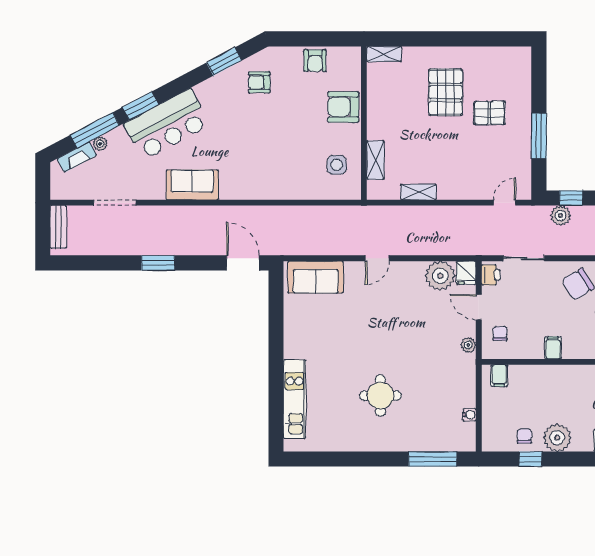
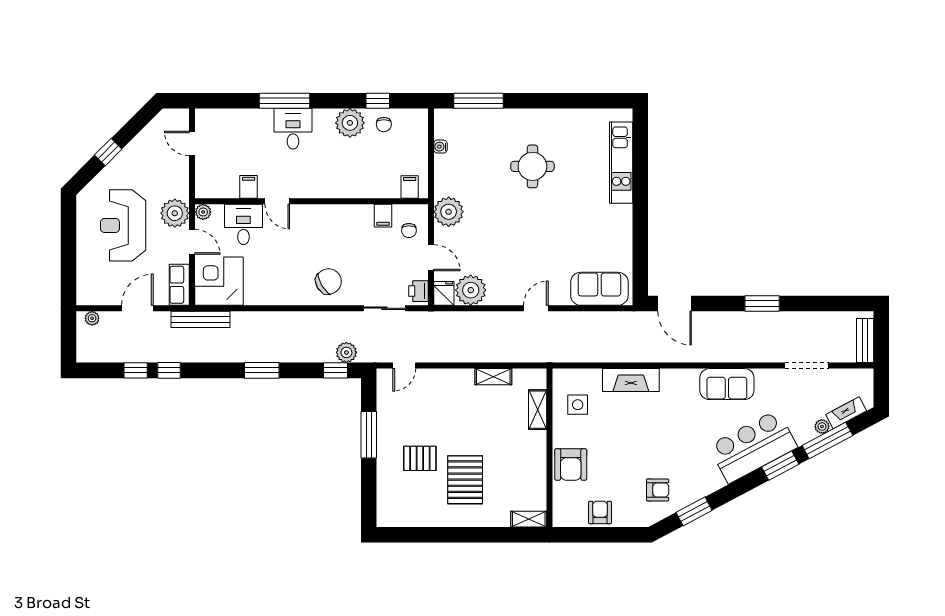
armchair: (343, 107) -> (571, 465), turned 90
fireplace: (285, 189) -> (631, 380), added
plant: (468, 345) -> (449, 212), width x1.88, depth x1.88
filing cabinet: (553, 348) -> (383, 216), moved

